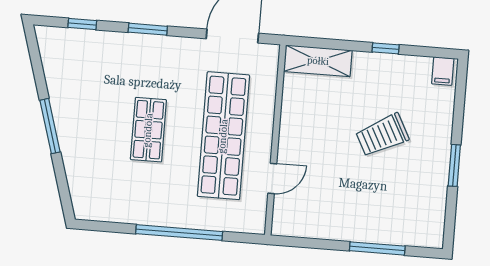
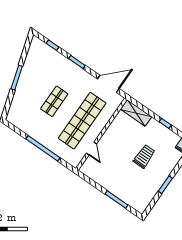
trolley: (382, 135) -> (144, 156), turned 118
door: (272, 178) -> (91, 148), hinge flipped

